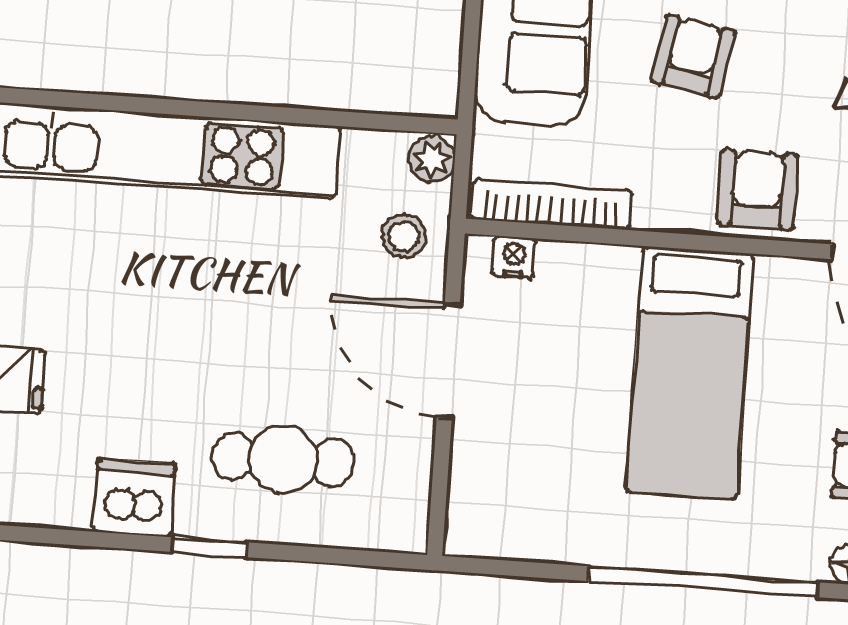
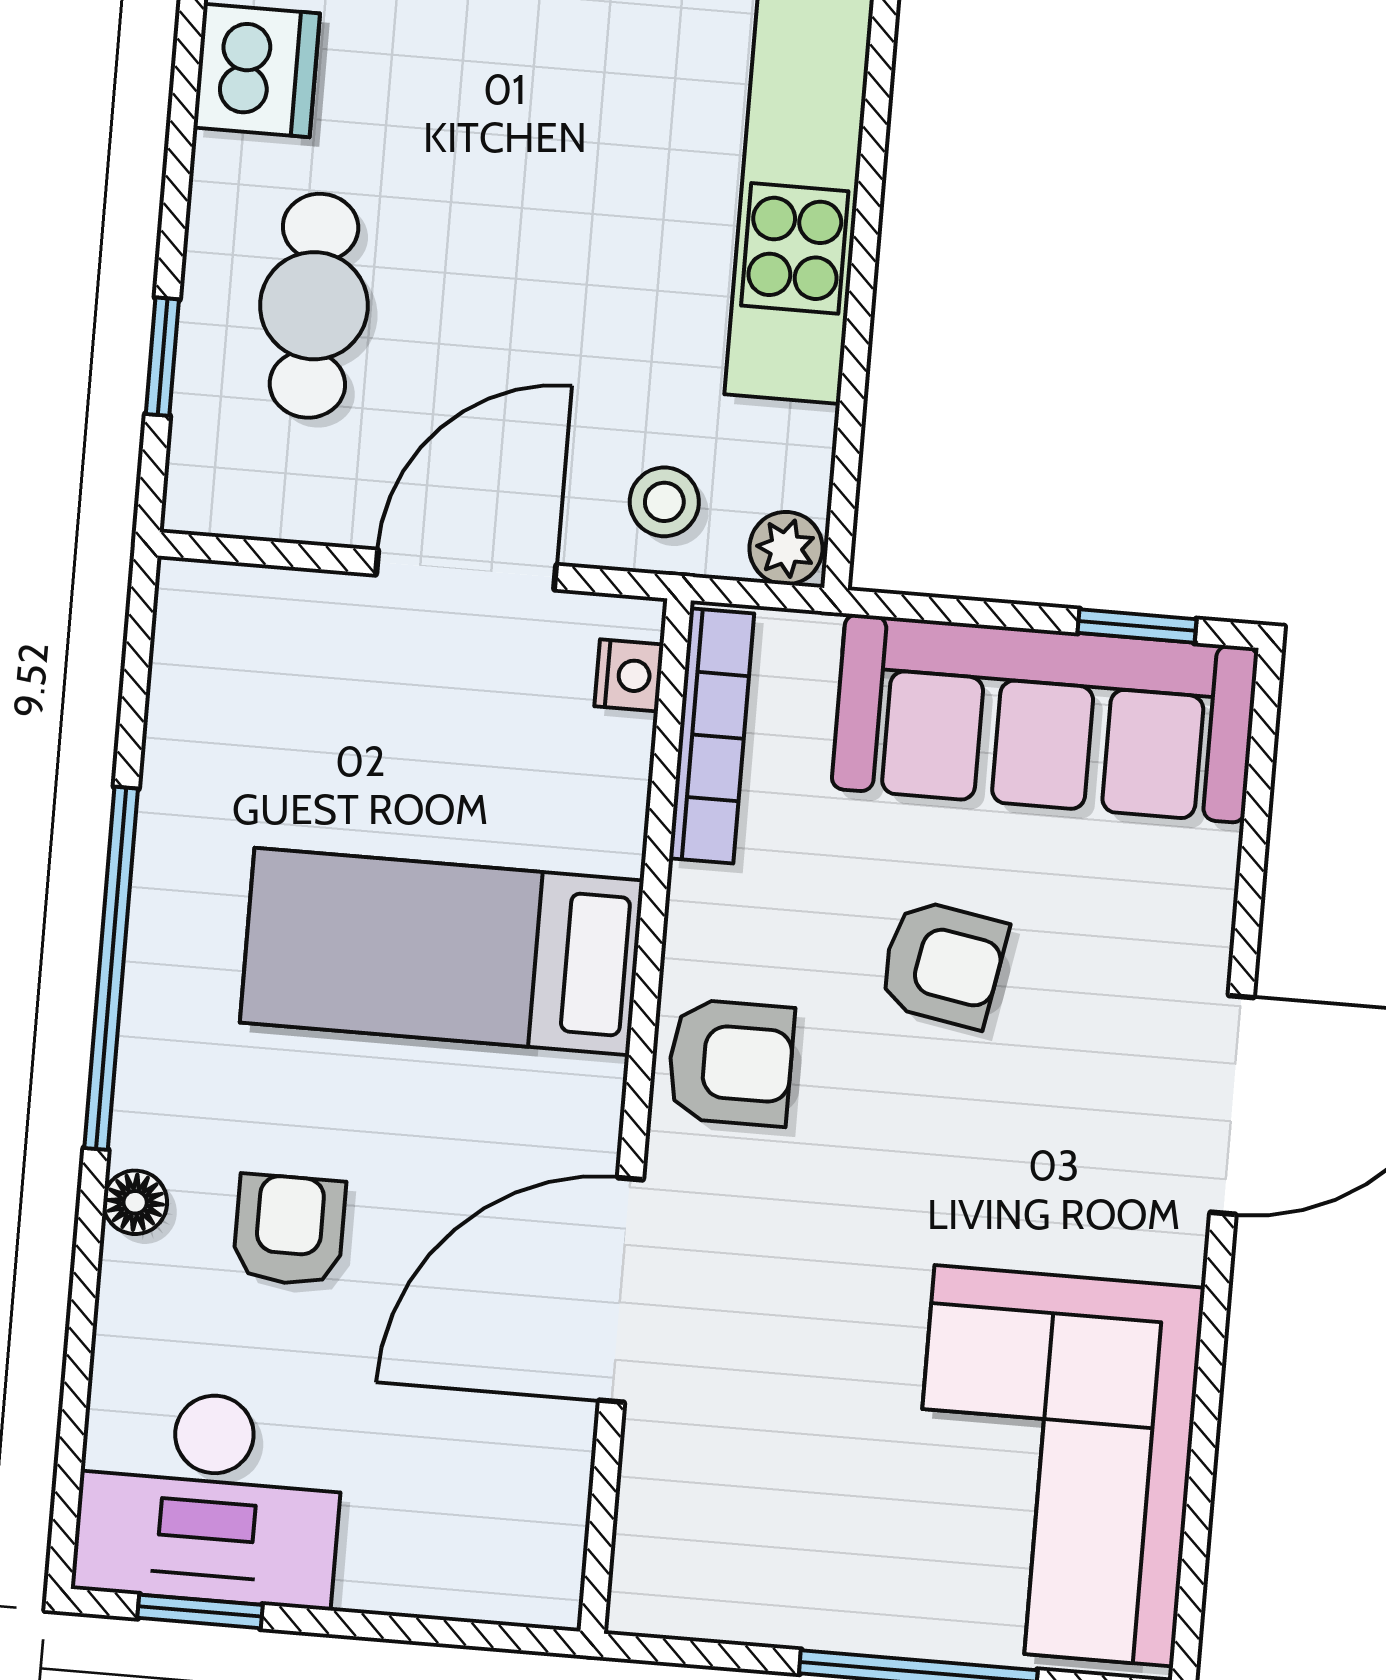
window: (209, 547) -> (162, 357), moved

